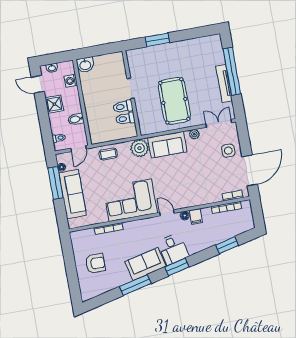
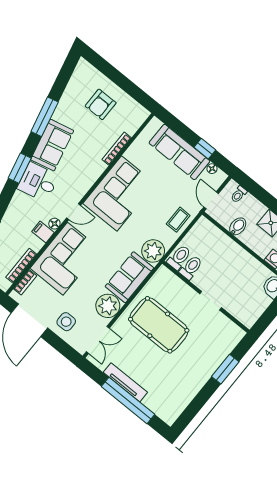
toilet: (123, 107) -> (179, 257), moved
plant: (194, 134) -> (108, 306), width x1.88, depth x1.88
window: (56, 183) -> (205, 149), width x0.46
corner sofa: (196, 189) -> (65, 259), added

